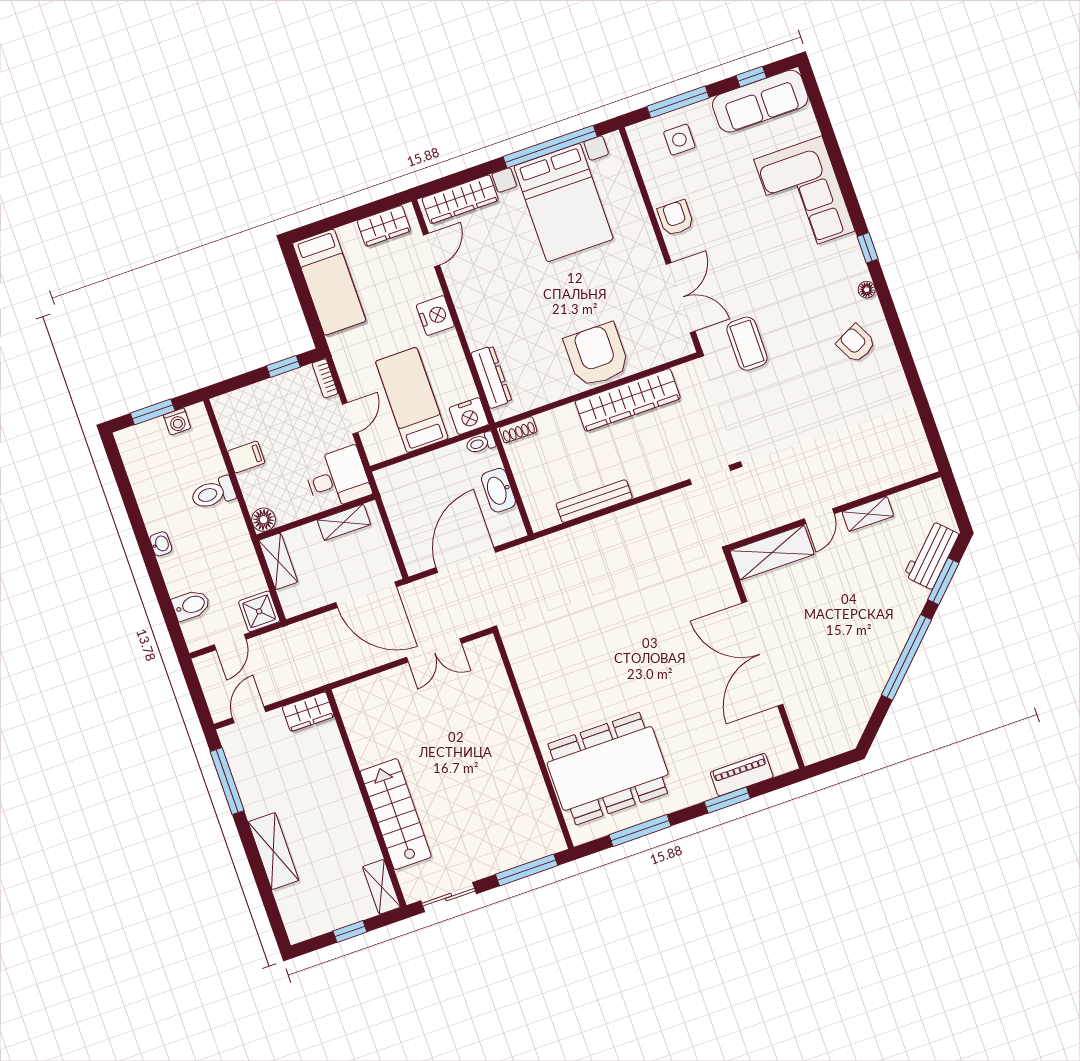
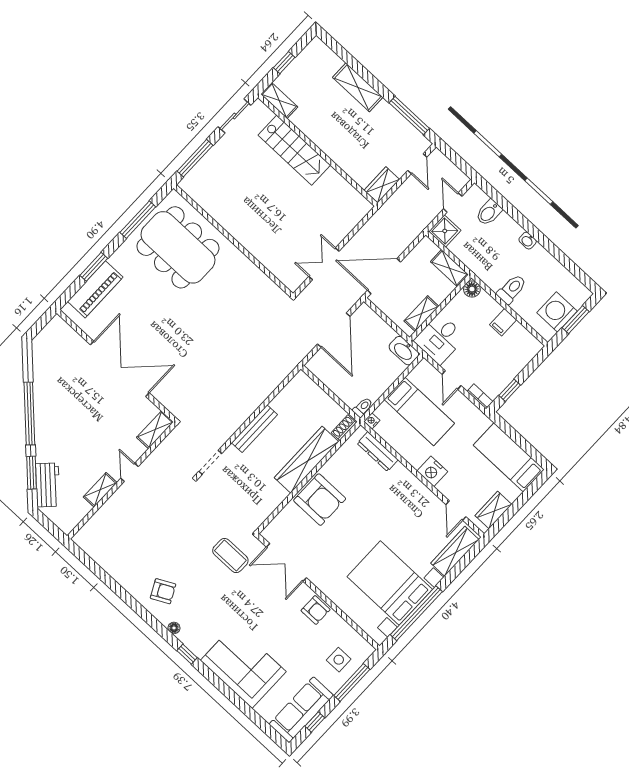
wardrobe: (628, 400) -> (306, 460), moved
nightstand: (469, 416) -> (372, 421), width x0.53, depth x0.56
washing machine: (177, 422) -> (557, 312), width x1.89, depth x1.89
washbasin: (498, 490) -> (404, 351), moved, turned 180
bench: (594, 501) -> (255, 429), moved
shelving: (772, 553) -> (155, 430), width x0.67, depth x0.75
dining table: (608, 769) -> (178, 247), turned 90
piano: (742, 775) -> (95, 289), width x1.37, depth x1.33

